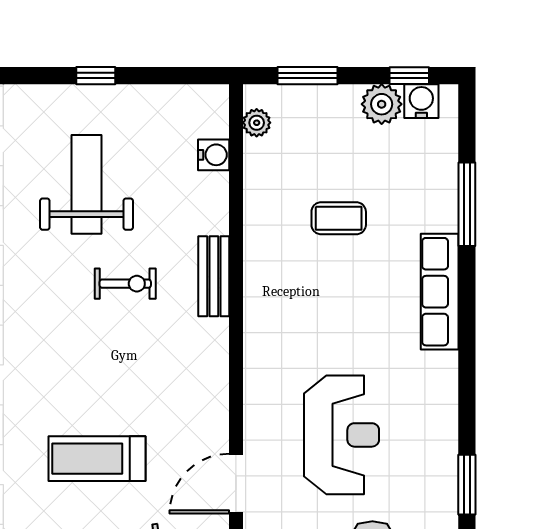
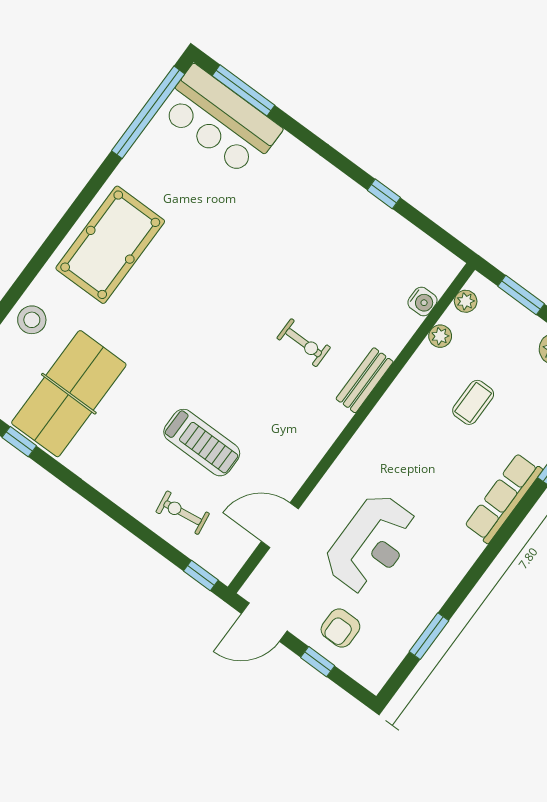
plant: (257, 176) -> (440, 336), added
weight bench: (87, 184) -> (326, 260), removed
coffee table: (339, 218) -> (473, 402), turned 90
treadmill: (97, 459) -> (202, 443), turned 180

